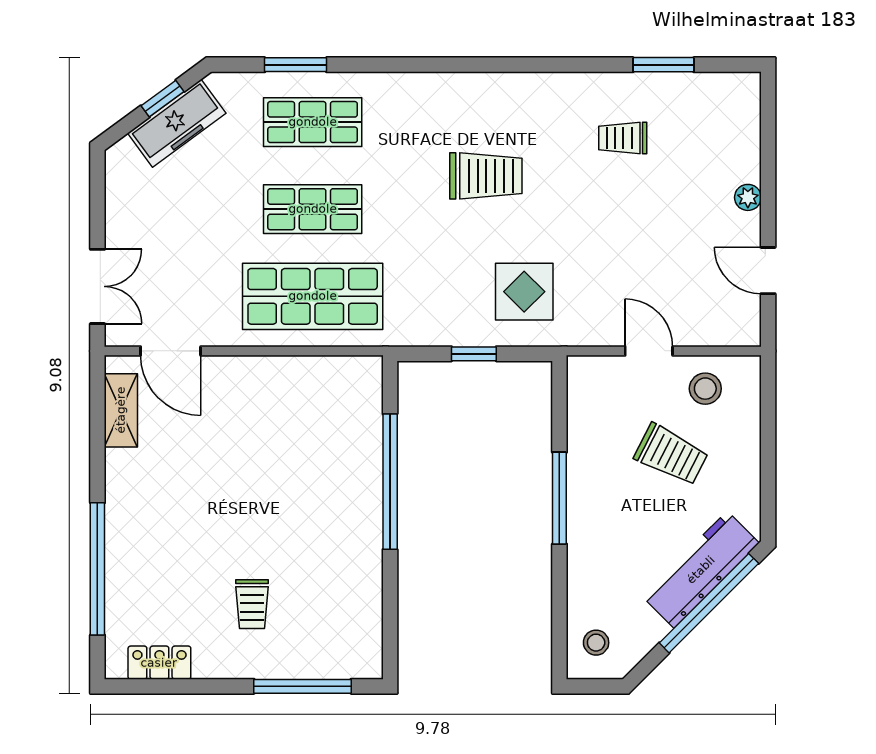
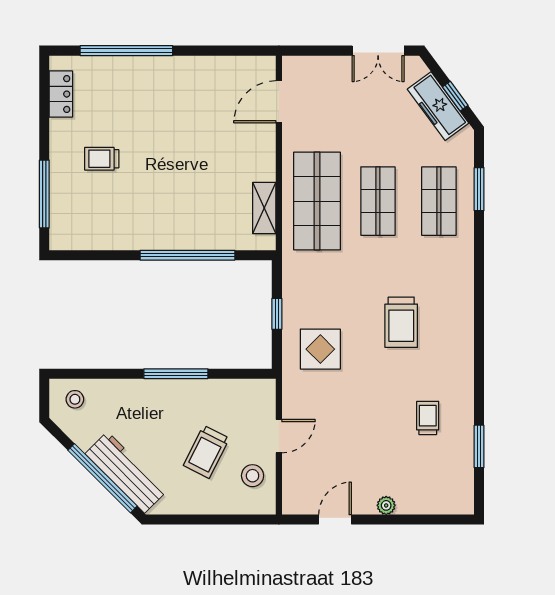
double door: (97, 286) -> (378, 51), moved
shelving: (121, 410) -> (264, 208), moved, turned 90

